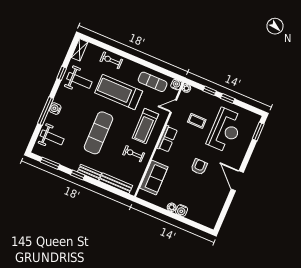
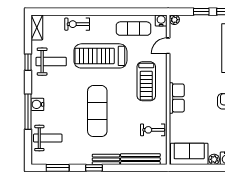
coffee table: (197, 121) -> (201, 51), removed
row of seats: (167, 139) -> (177, 98), moved
exercise bike: (134, 154) -> (153, 130), moved
sofa: (154, 177) -> (189, 154), moved, turned -90

